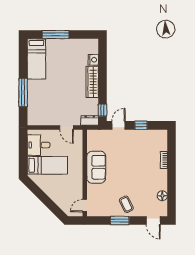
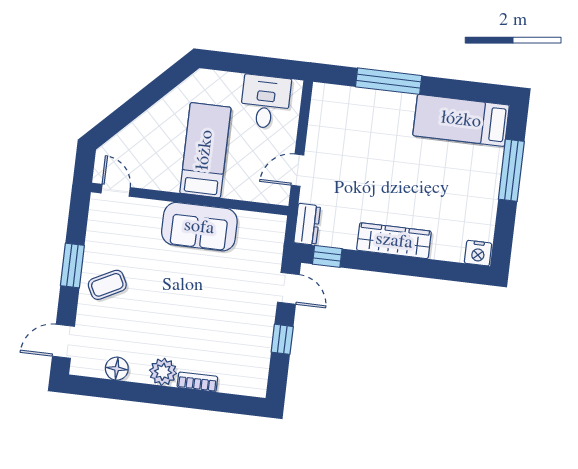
nightstand: (93, 60) -> (478, 253), moved
bed: (47, 165) -> (205, 150), moved, turned 180
plant: (161, 176) -> (163, 372), added

